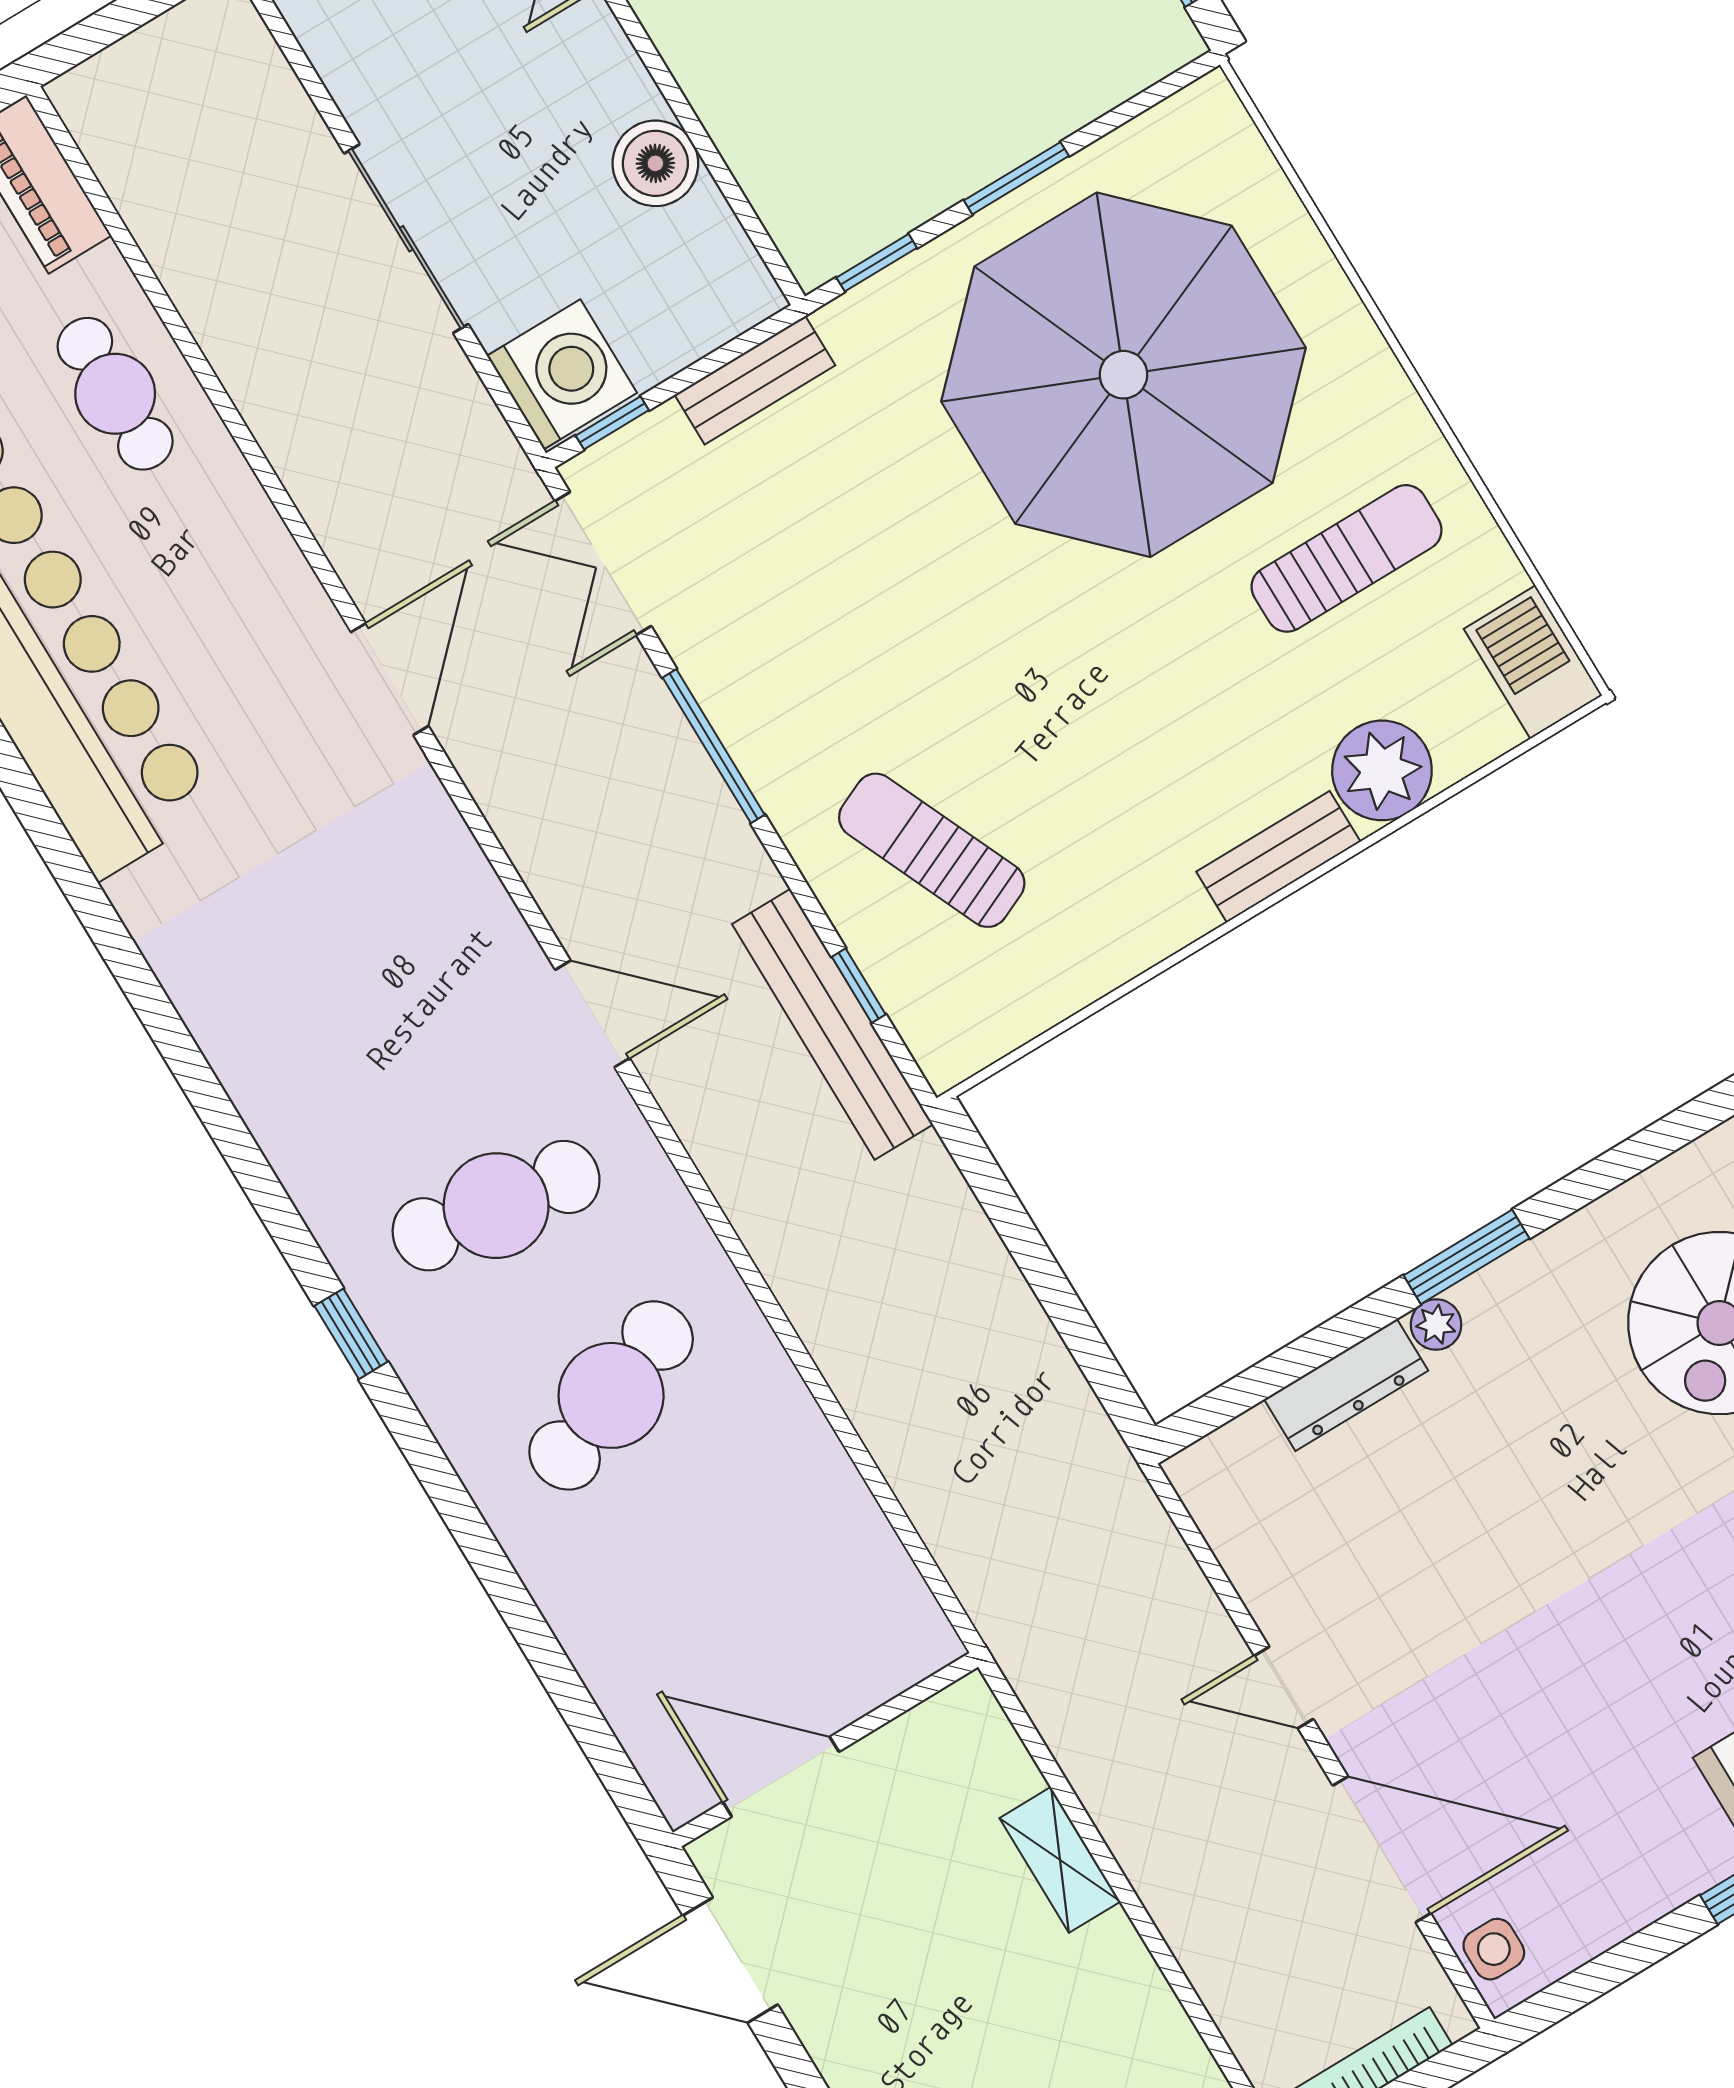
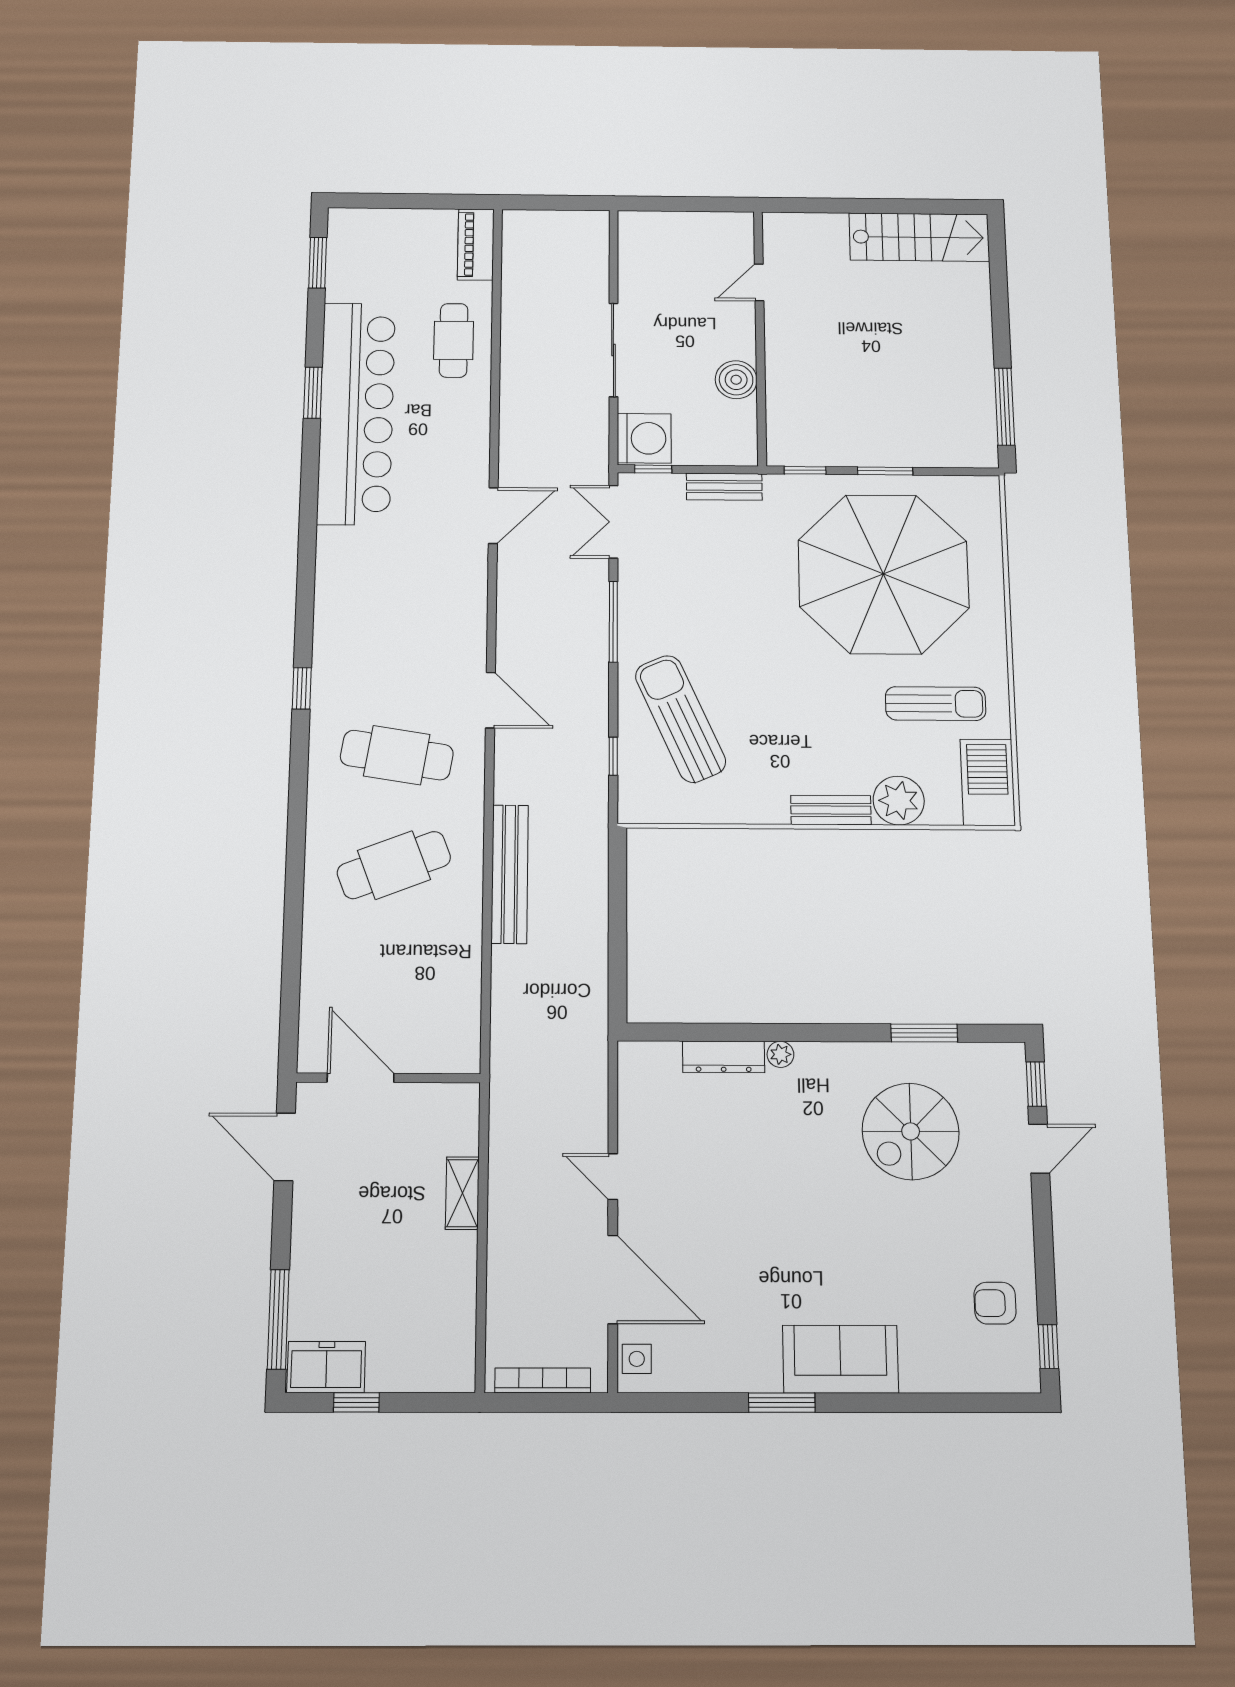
barbecue: (1533, 662) -> (988, 782), width x1.37, depth x1.21
sun lounger: (932, 850) -> (680, 719), width x1.36, depth x1.34
bench: (833, 1024) -> (510, 874), moved
window: (1467, 1257) -> (924, 1033), moved
window: (351, 1334) -> (302, 688), moved

